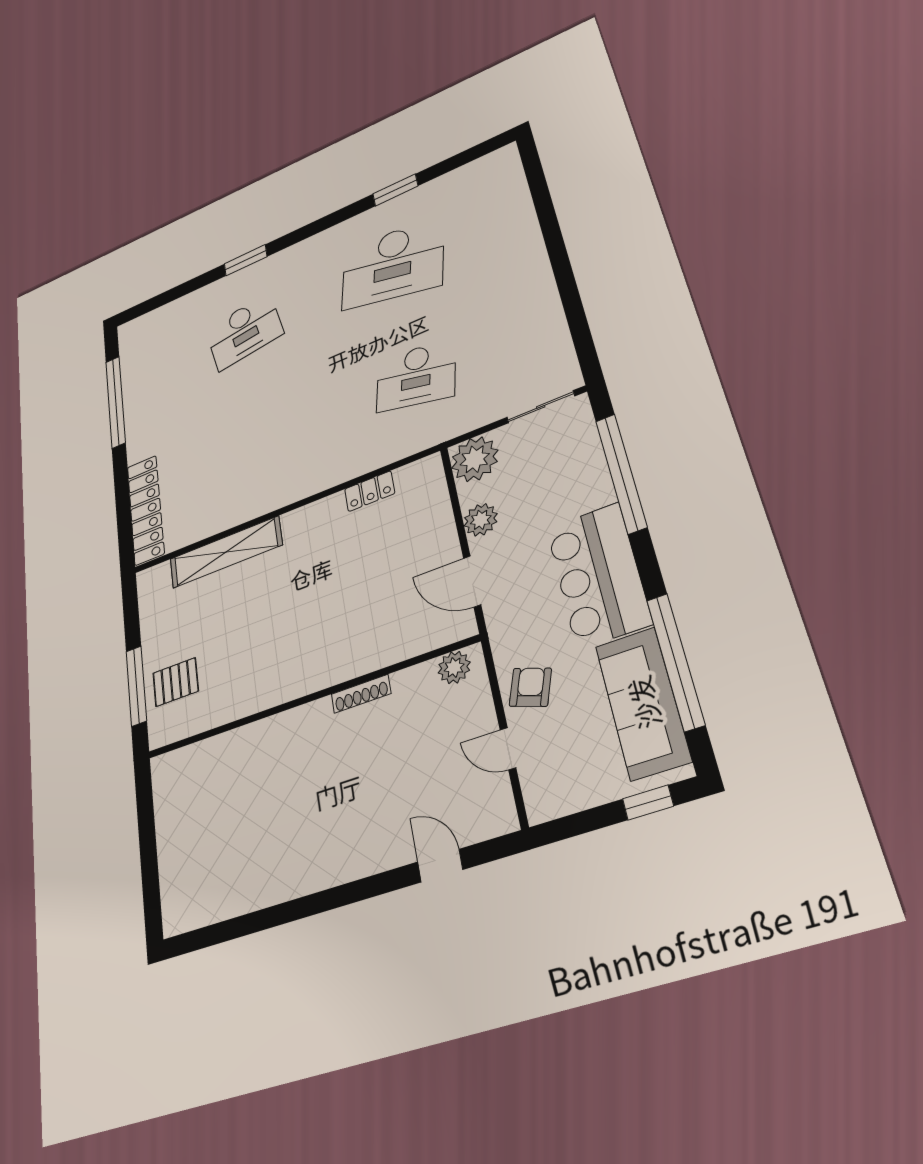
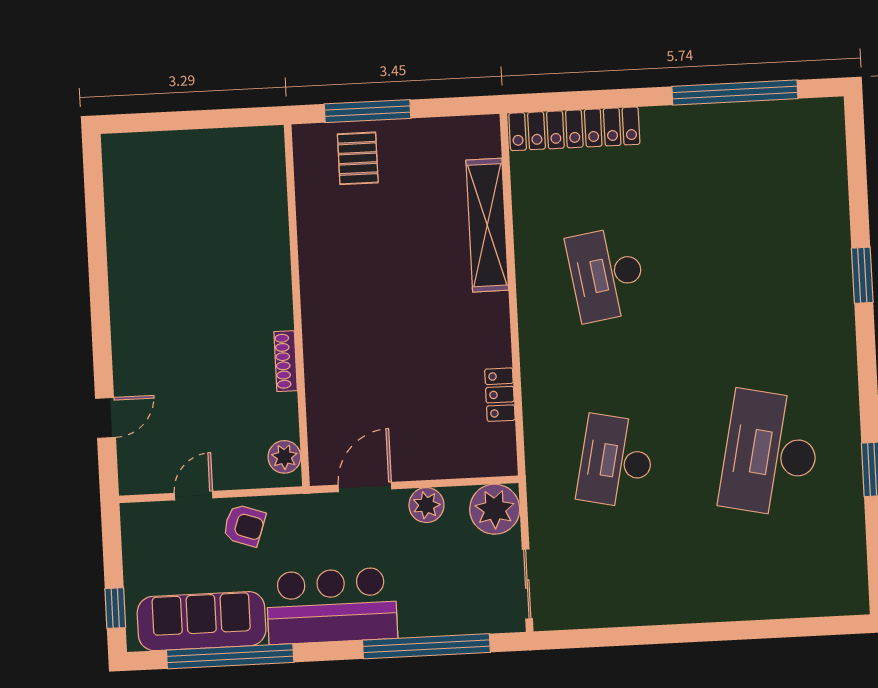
desk: (244, 332) -> (607, 274), moved

